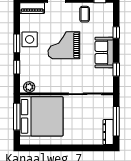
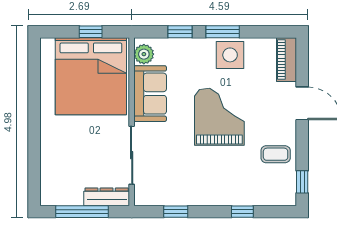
sofa: (104, 53) -> (150, 94), moved, turned 90
window: (17, 117) -> (91, 32), width x0.46
dresser: (108, 132) -> (107, 197), moved

